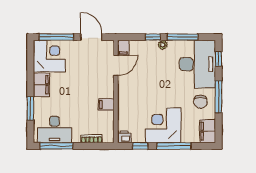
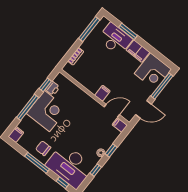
window: (182, 37) -> (96, 170), width x0.46
door: (116, 65) -> (112, 111), swing flipped
filing cabinet: (106, 104) -> (102, 93), moved
desk: (54, 130) -> (115, 39), moved, turned 90
filing cabinet: (208, 131) -> (16, 134), width x0.50
printer: (124, 137) -> (53, 88), moved

